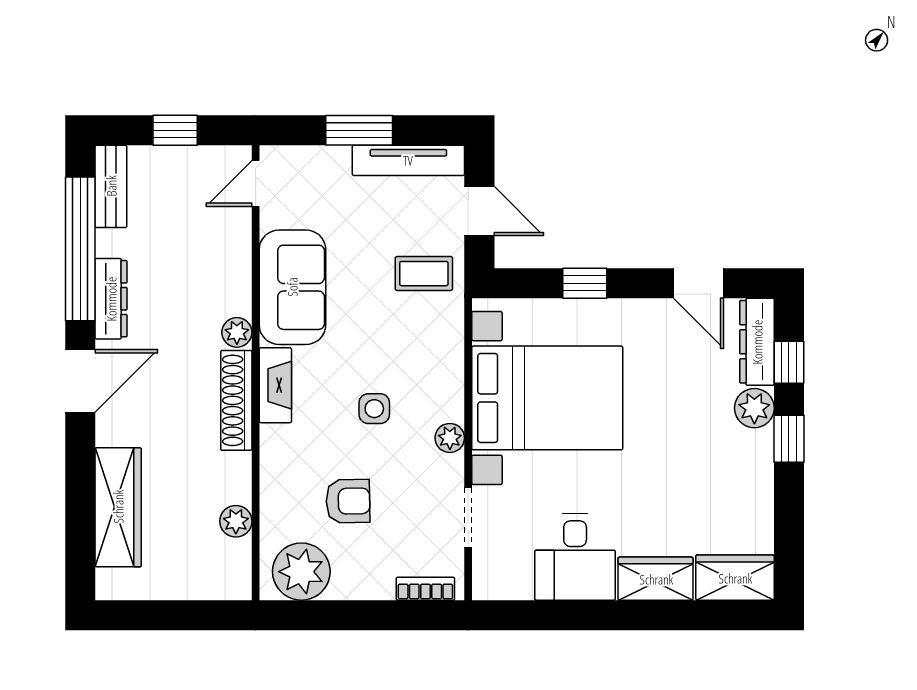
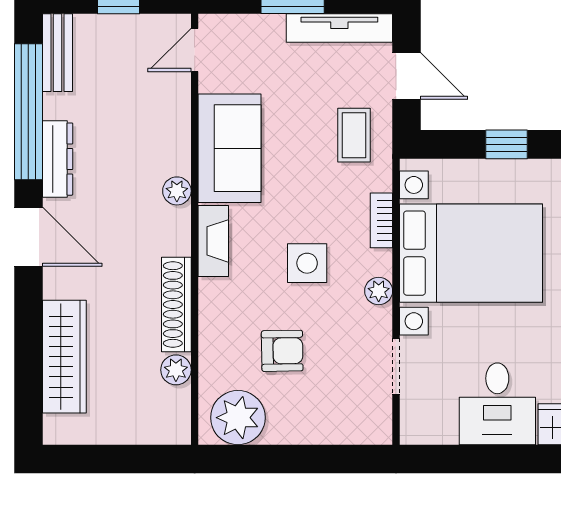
coffee table: (424, 274) -> (354, 135), turned 90
door: (80, 381) -> (28, 237), hinge flipped
shoe rack: (236, 400) -> (176, 304), moved
side table: (374, 409) -> (307, 263), width x1.37, depth x1.37
bookcase: (425, 589) -> (381, 220), moved, turned -90

